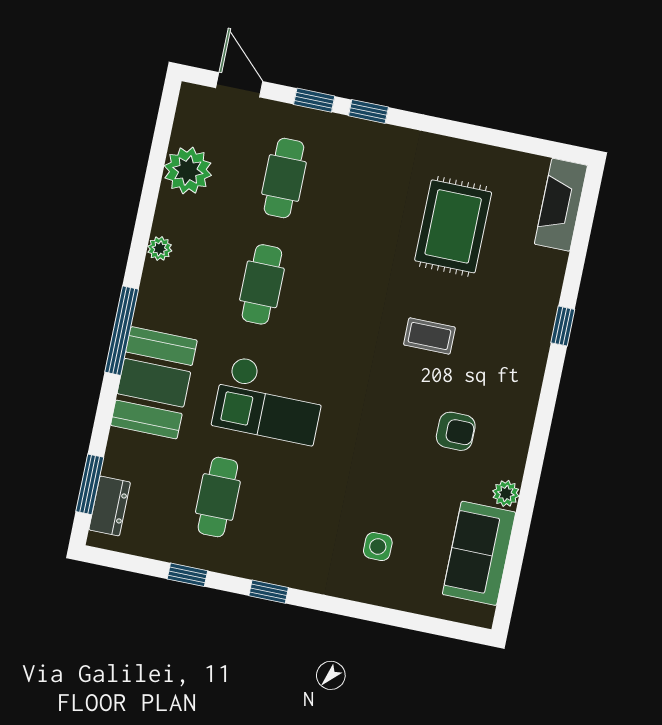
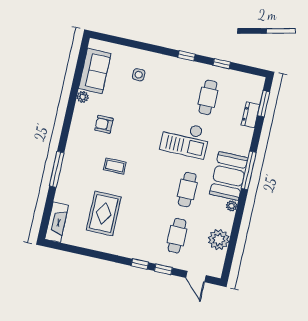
window: (563, 326) -> (57, 169), width x2.17
booth: (154, 383) -> (229, 176), moved
checkout: (269, 400) -> (185, 139), turned 180
dresser: (110, 506) -> (250, 115), moved

